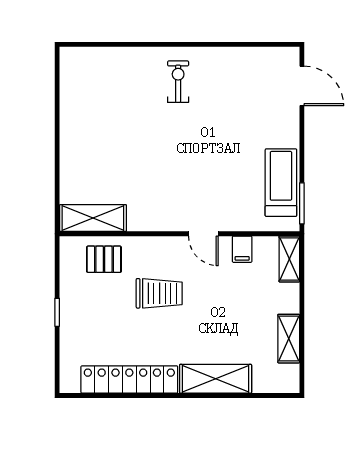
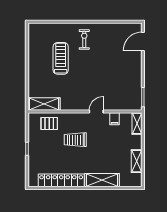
door: (302, 86) -> (143, 42), swing flipped
treadmill: (281, 183) -> (61, 58), moved
door: (203, 234) -> (96, 111), swing flipped
trolley: (159, 293) -> (75, 140), turned 180

